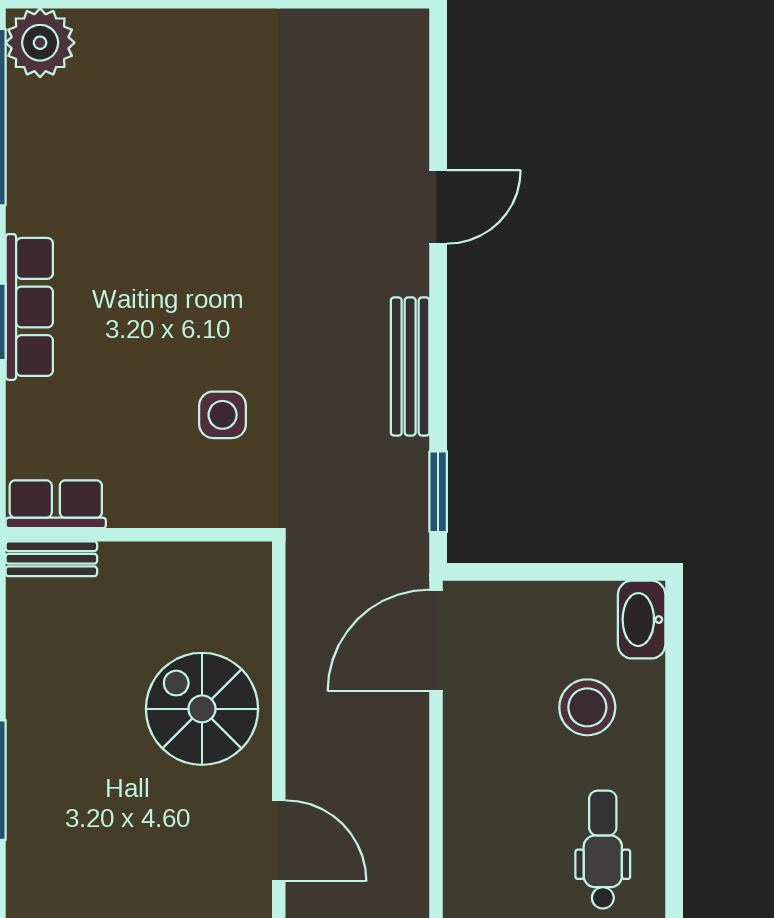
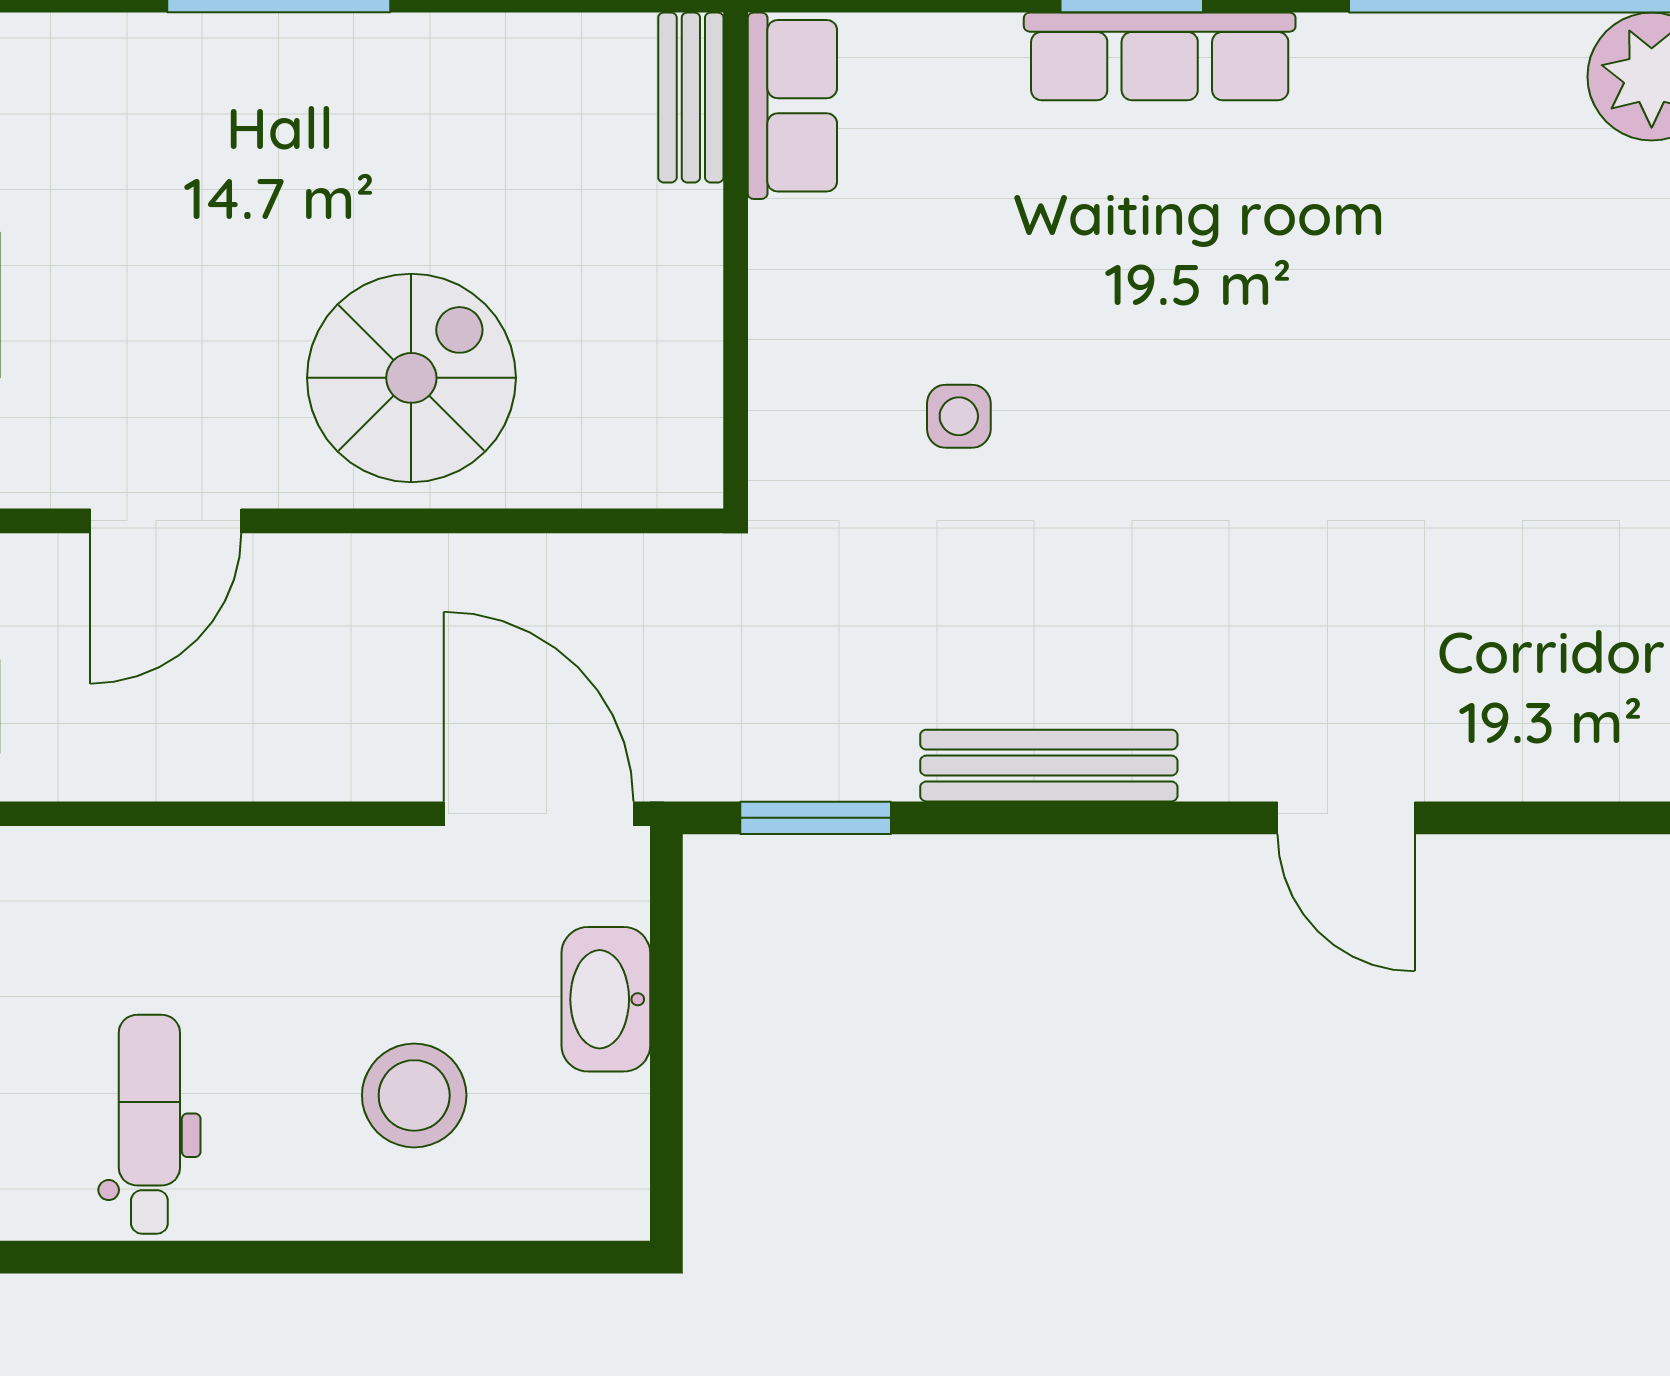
side table: (223, 415) -> (959, 416), width x0.73, depth x0.73
washbasin: (642, 620) -> (606, 999), moved, turned -90
dental chair: (603, 850) -> (149, 1124), turned -90

